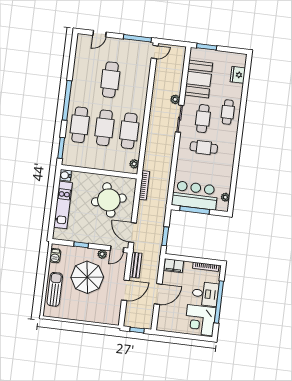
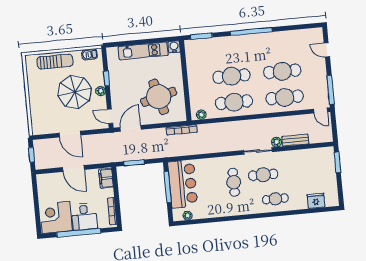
booth: (199, 79) -> (303, 162), removed
cafe table: (80, 125) -> (285, 97), moved
plant: (102, 254) -> (101, 91), moved
bench: (136, 265) -> (295, 140), moved

